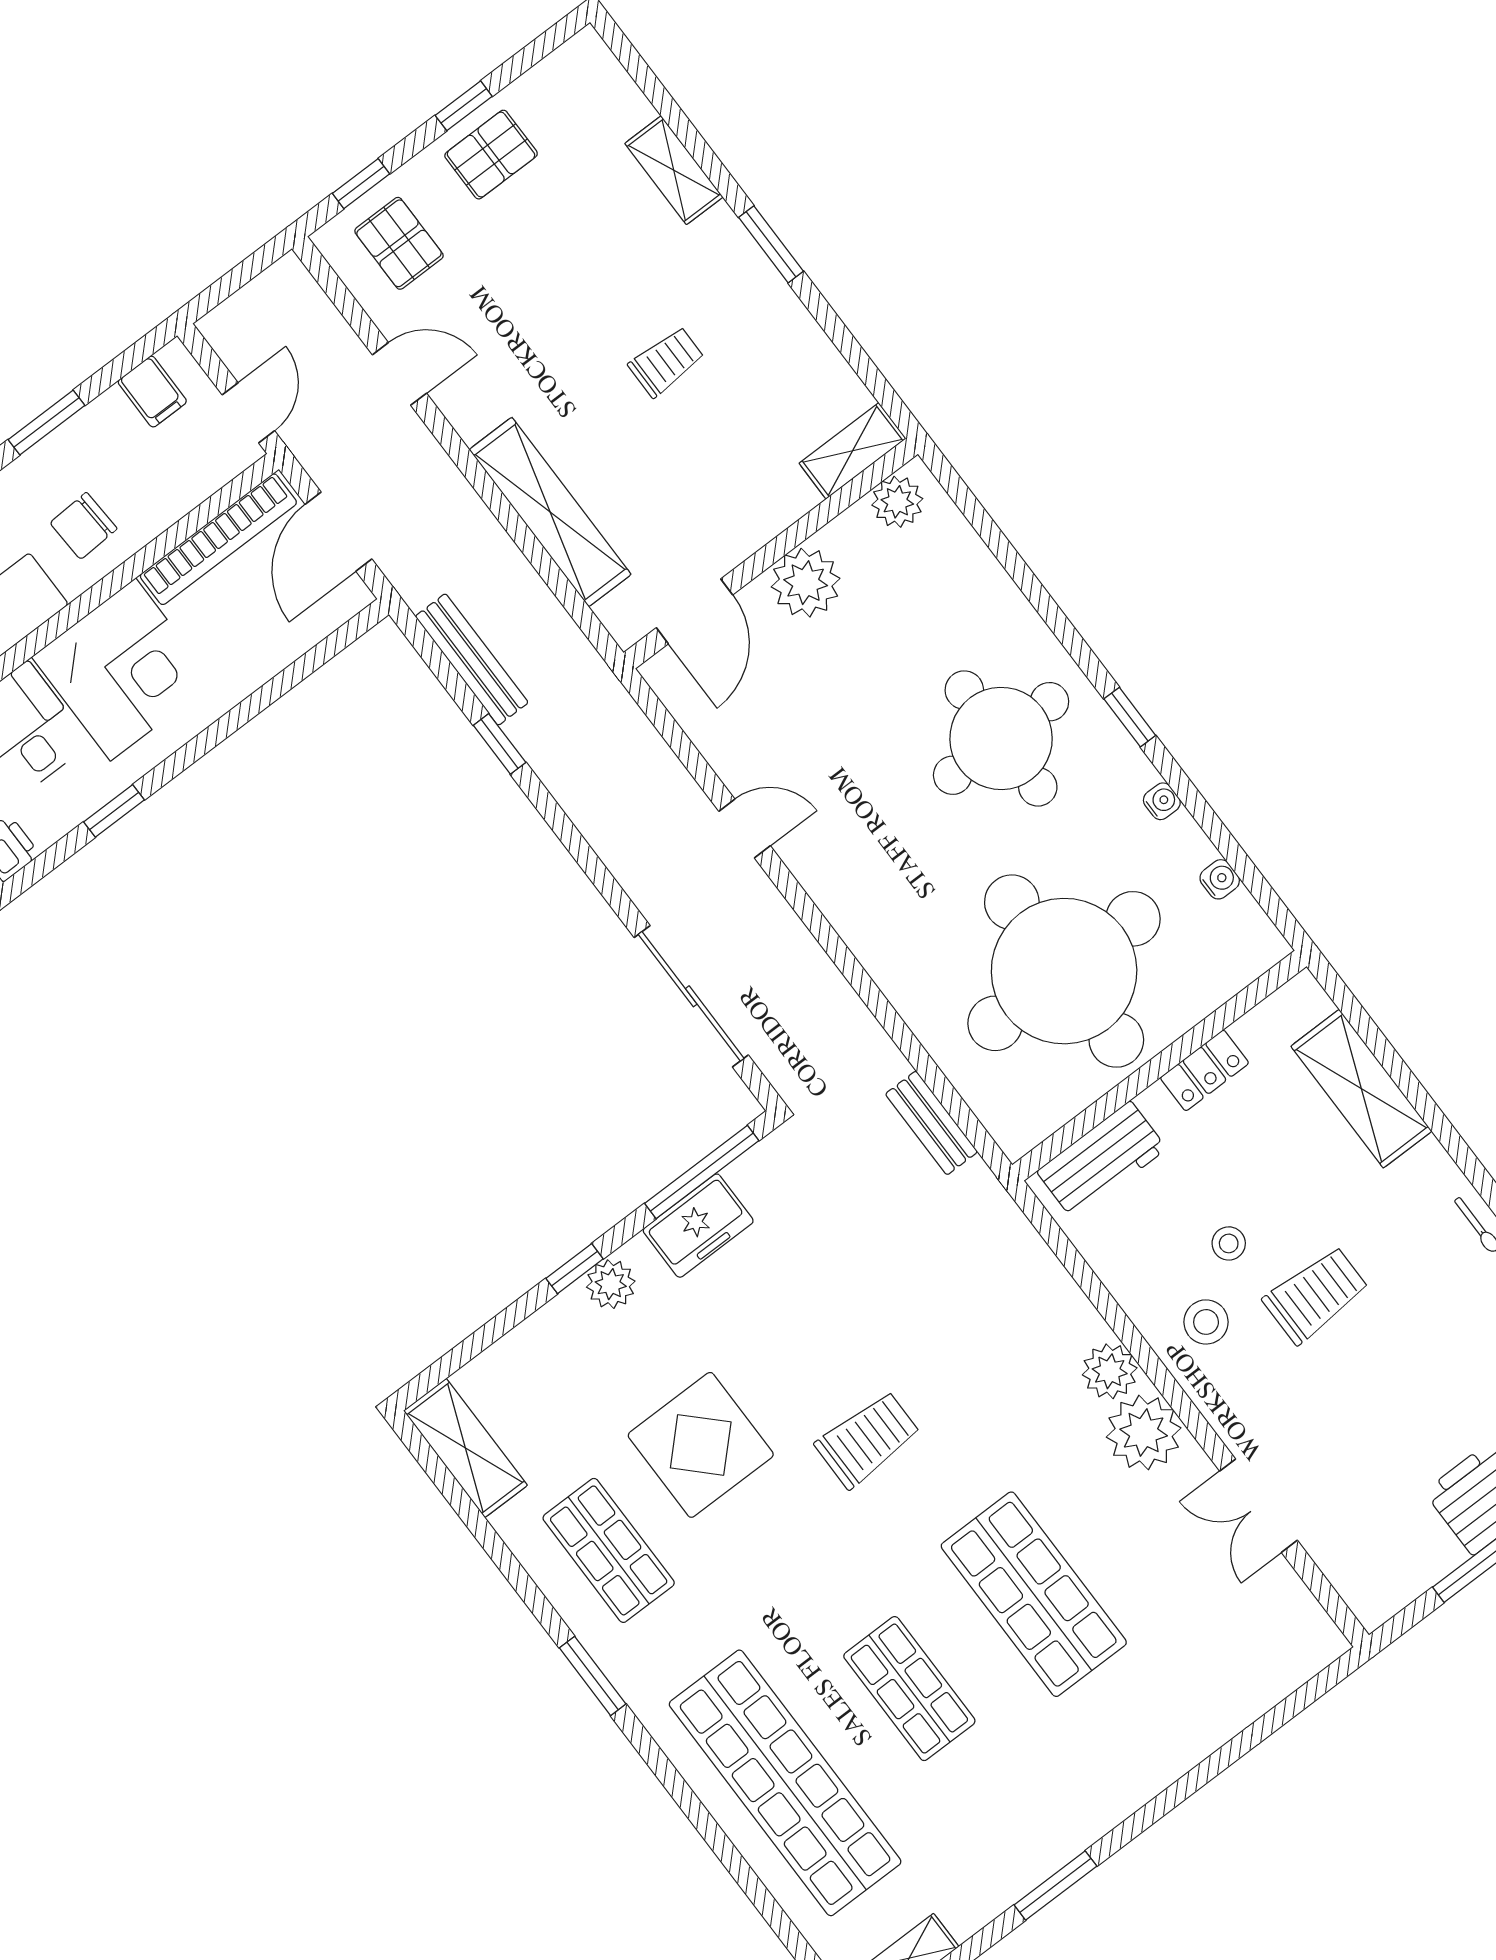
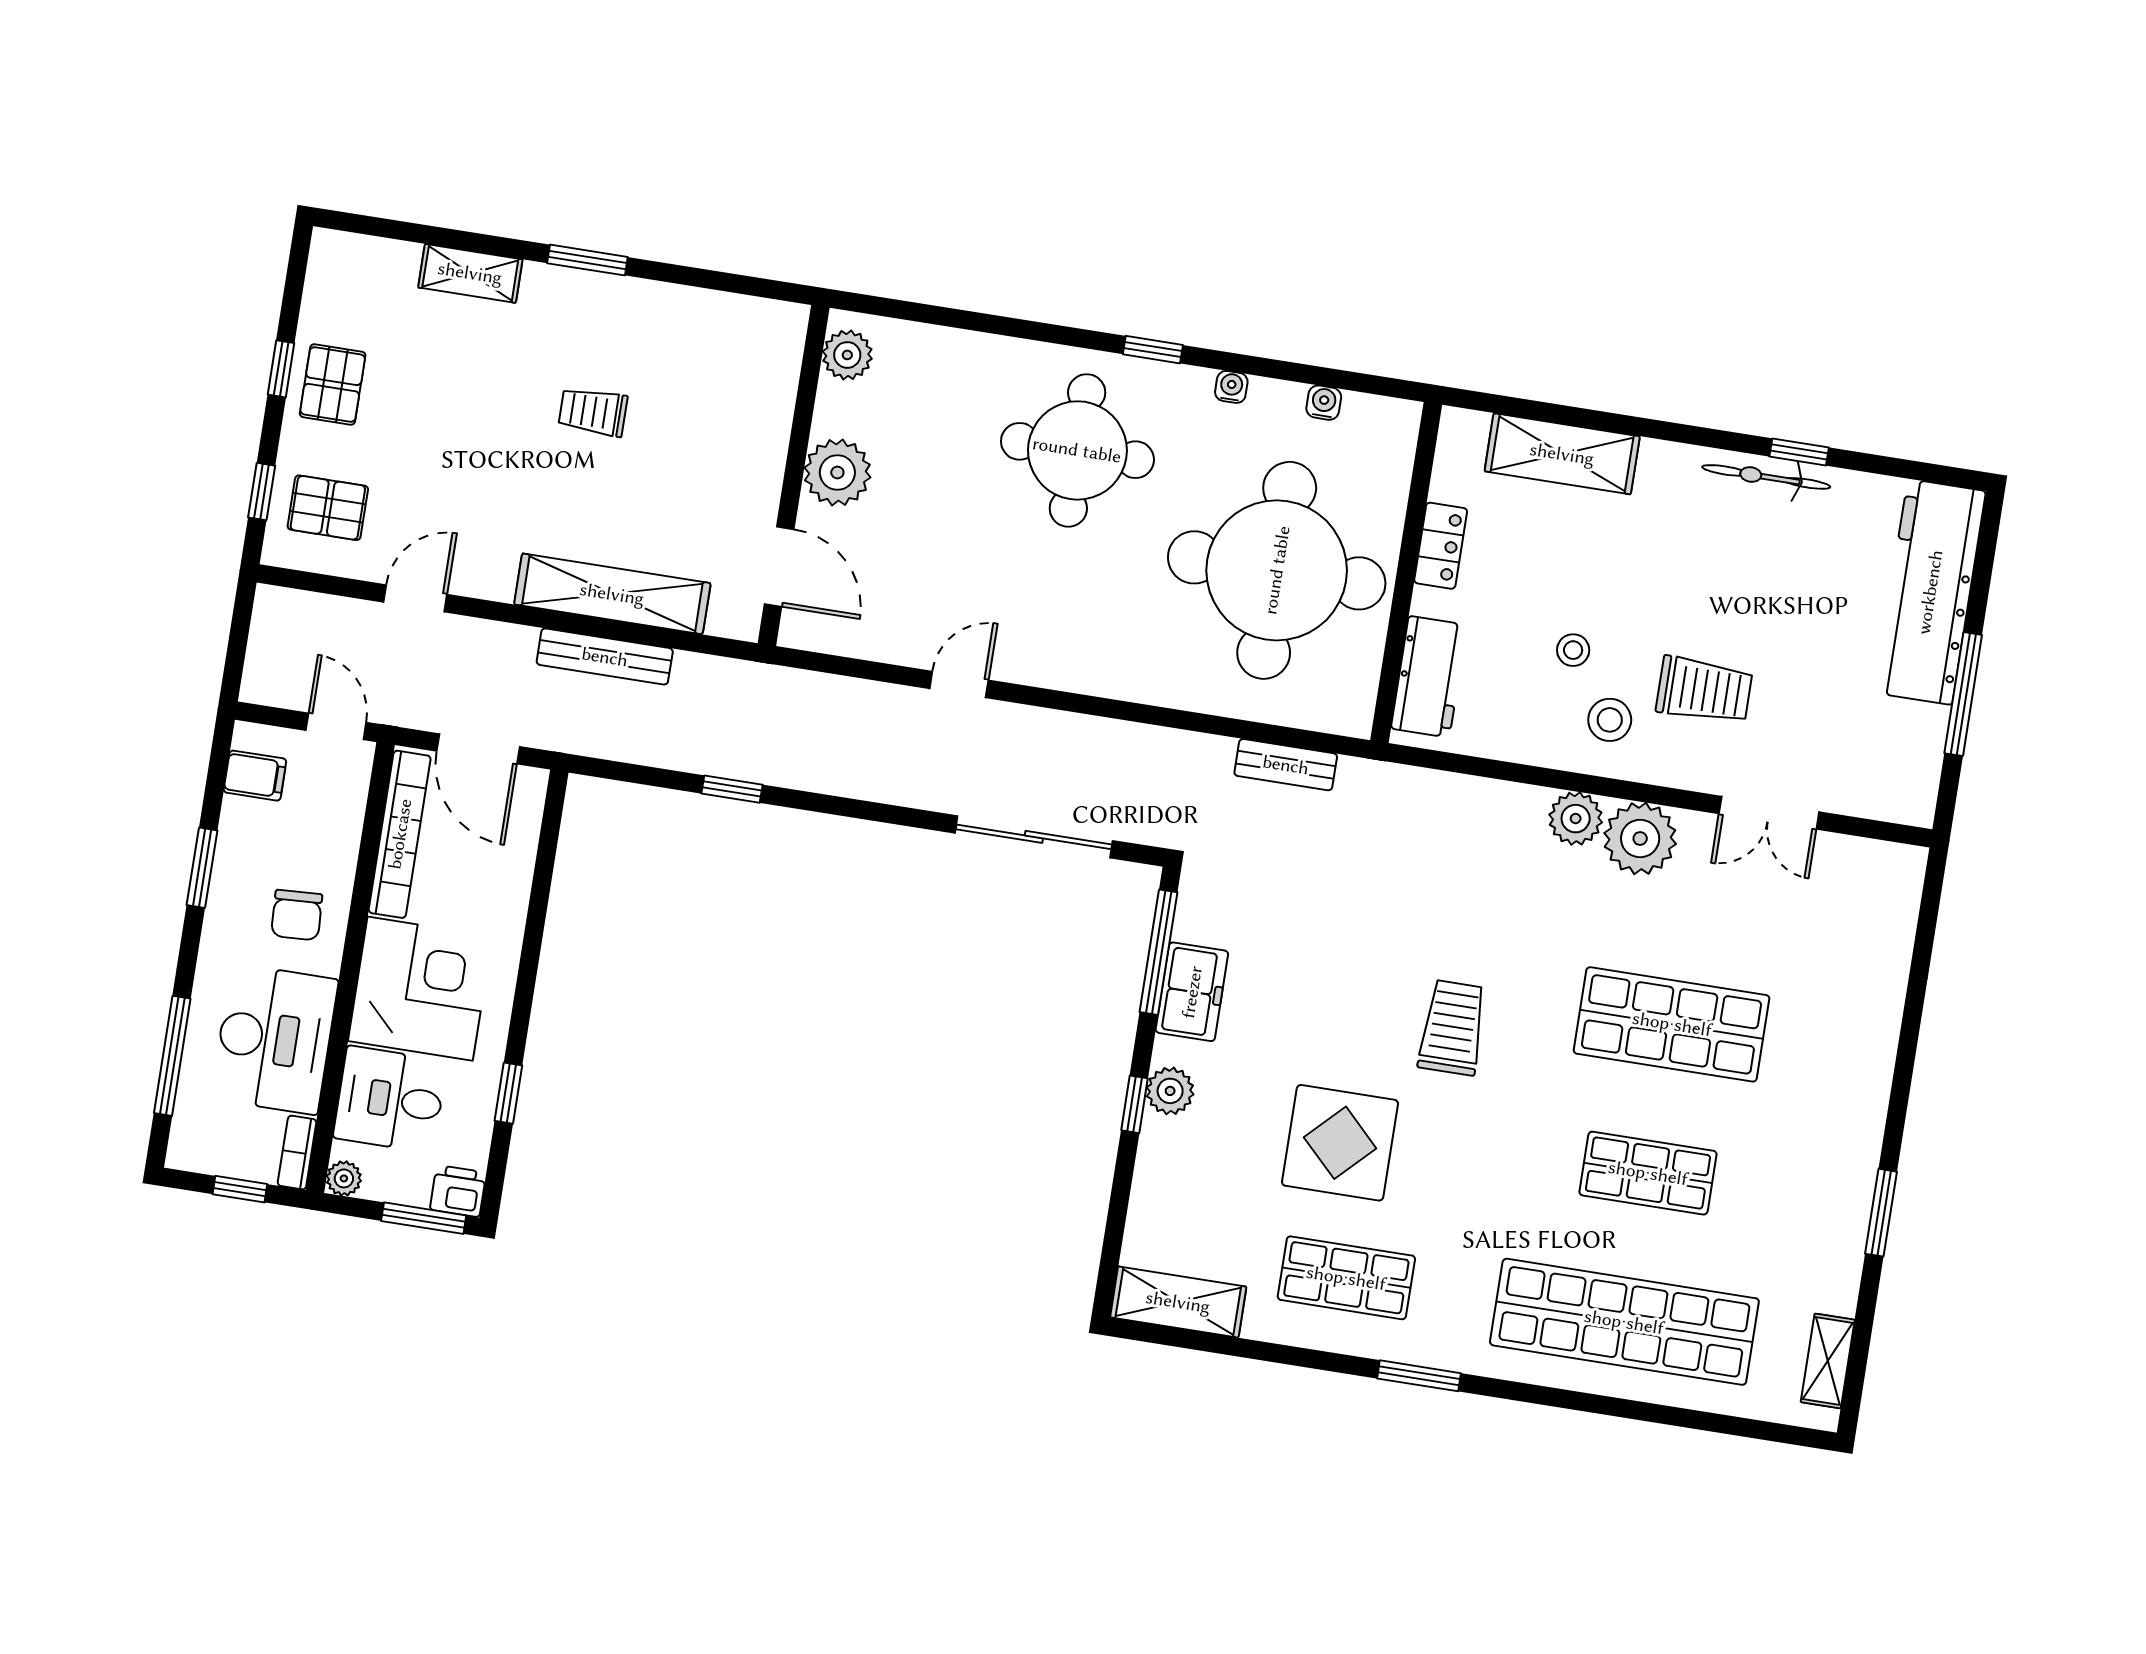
trolley: (666, 362) -> (593, 412), turned -90
shelving: (853, 451) -> (782, 349), removed
bench: (472, 659) -> (605, 657), moved
trolley: (1316, 1295) -> (1704, 690), moved, turned 90

